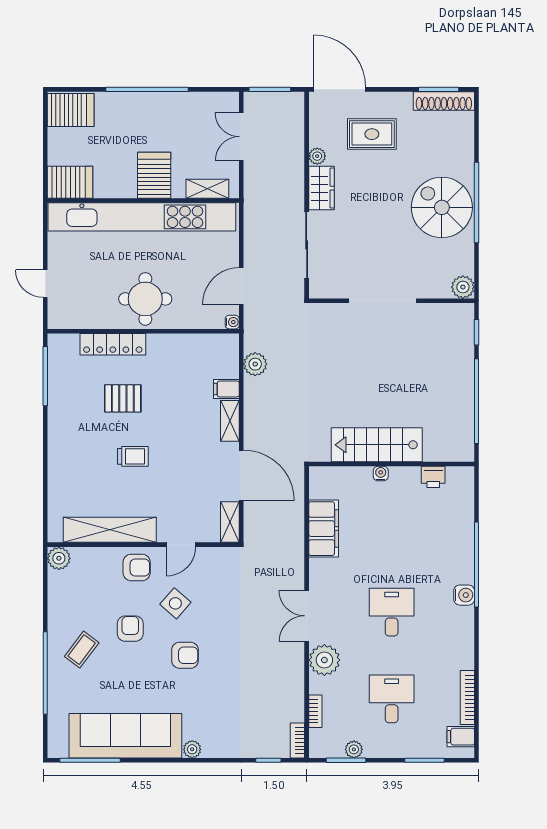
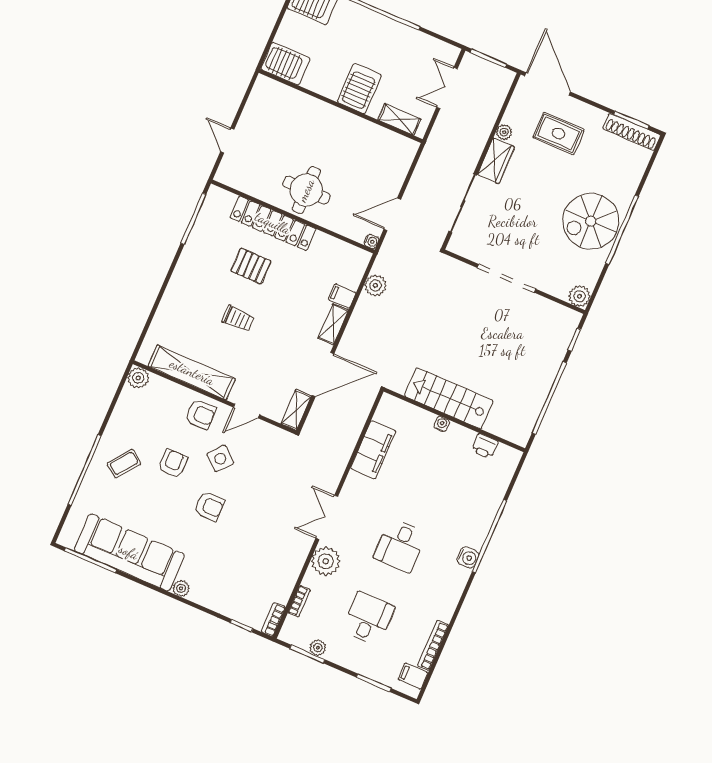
spiral stairs: (442, 207) -> (591, 221), turned -90
kitchen unit: (142, 217) -> (333, 119), removed
locker: (113, 344) -> (273, 223), width x1.41, depth x1.21
door: (241, 475) -> (323, 374), hinge flipped
desk: (392, 612) -> (400, 545), turned 180

